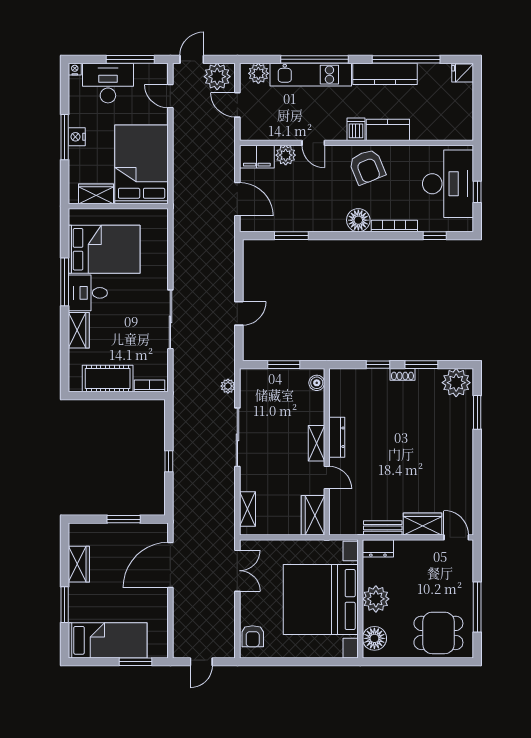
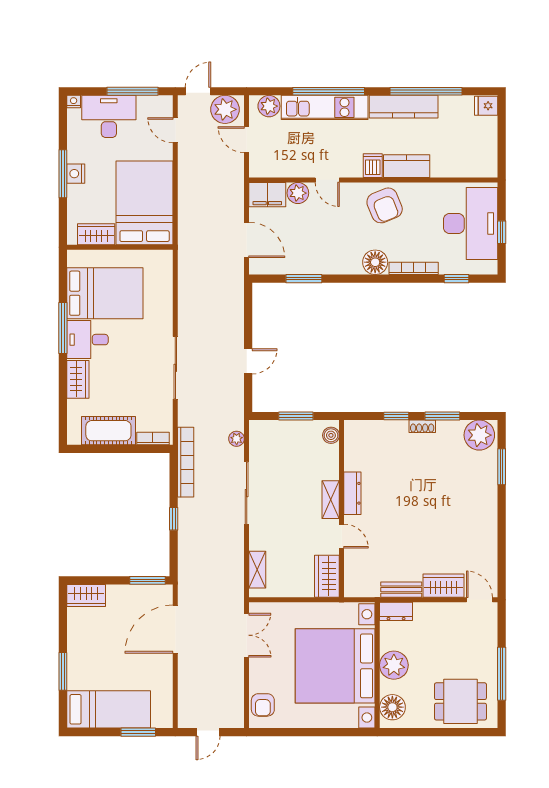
bookcase: (180, 408) -> (186, 462), added
window: (124, 519) -> (148, 580), moved
wardrobe: (79, 564) -> (86, 595), moved, turned 90

